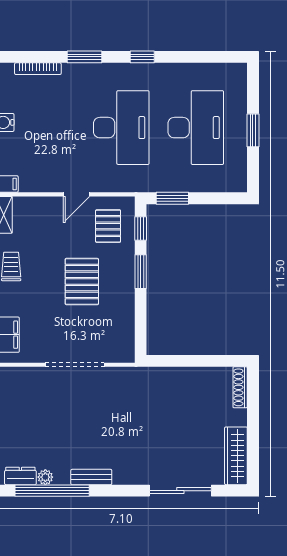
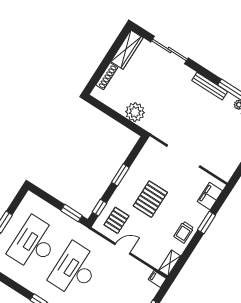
window: (141, 272) -> (120, 175), moved
plant: (174, 382) -> (135, 112), added
shoe rack: (240, 387) -> (107, 76), moved
bench: (91, 477) -> (210, 86), width x1.36

